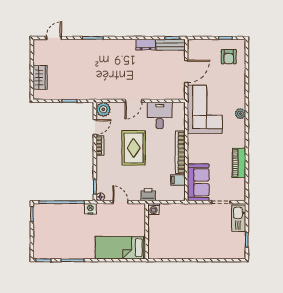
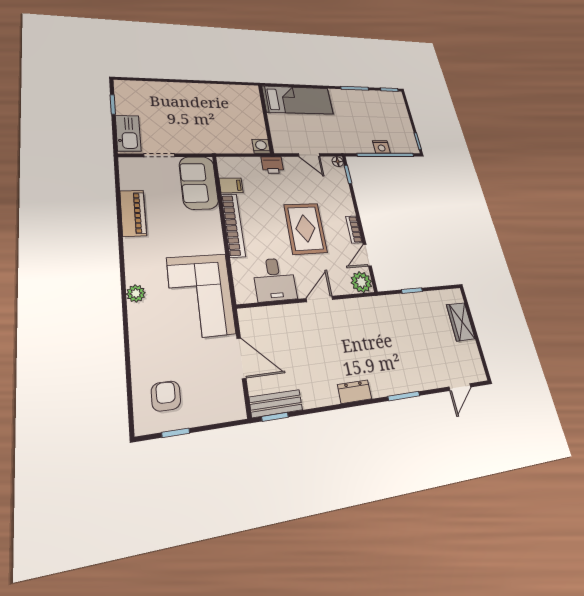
dresser: (146, 45) -> (355, 392), moved
door: (186, 71) -> (241, 358), swing flipped
nightstand: (90, 209) -> (381, 147), moved

